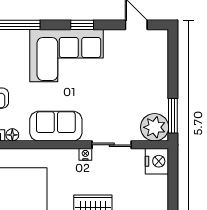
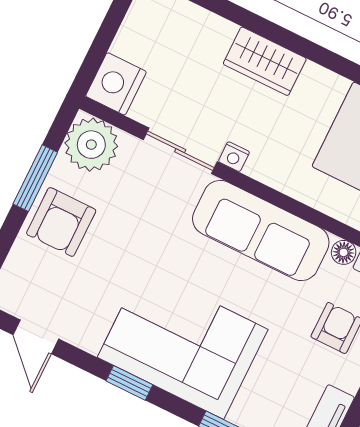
armchair: (151, 84) -> (61, 222), added
window: (173, 116) -> (35, 178), moved
sofa: (56, 126) -> (261, 230), width x1.36

